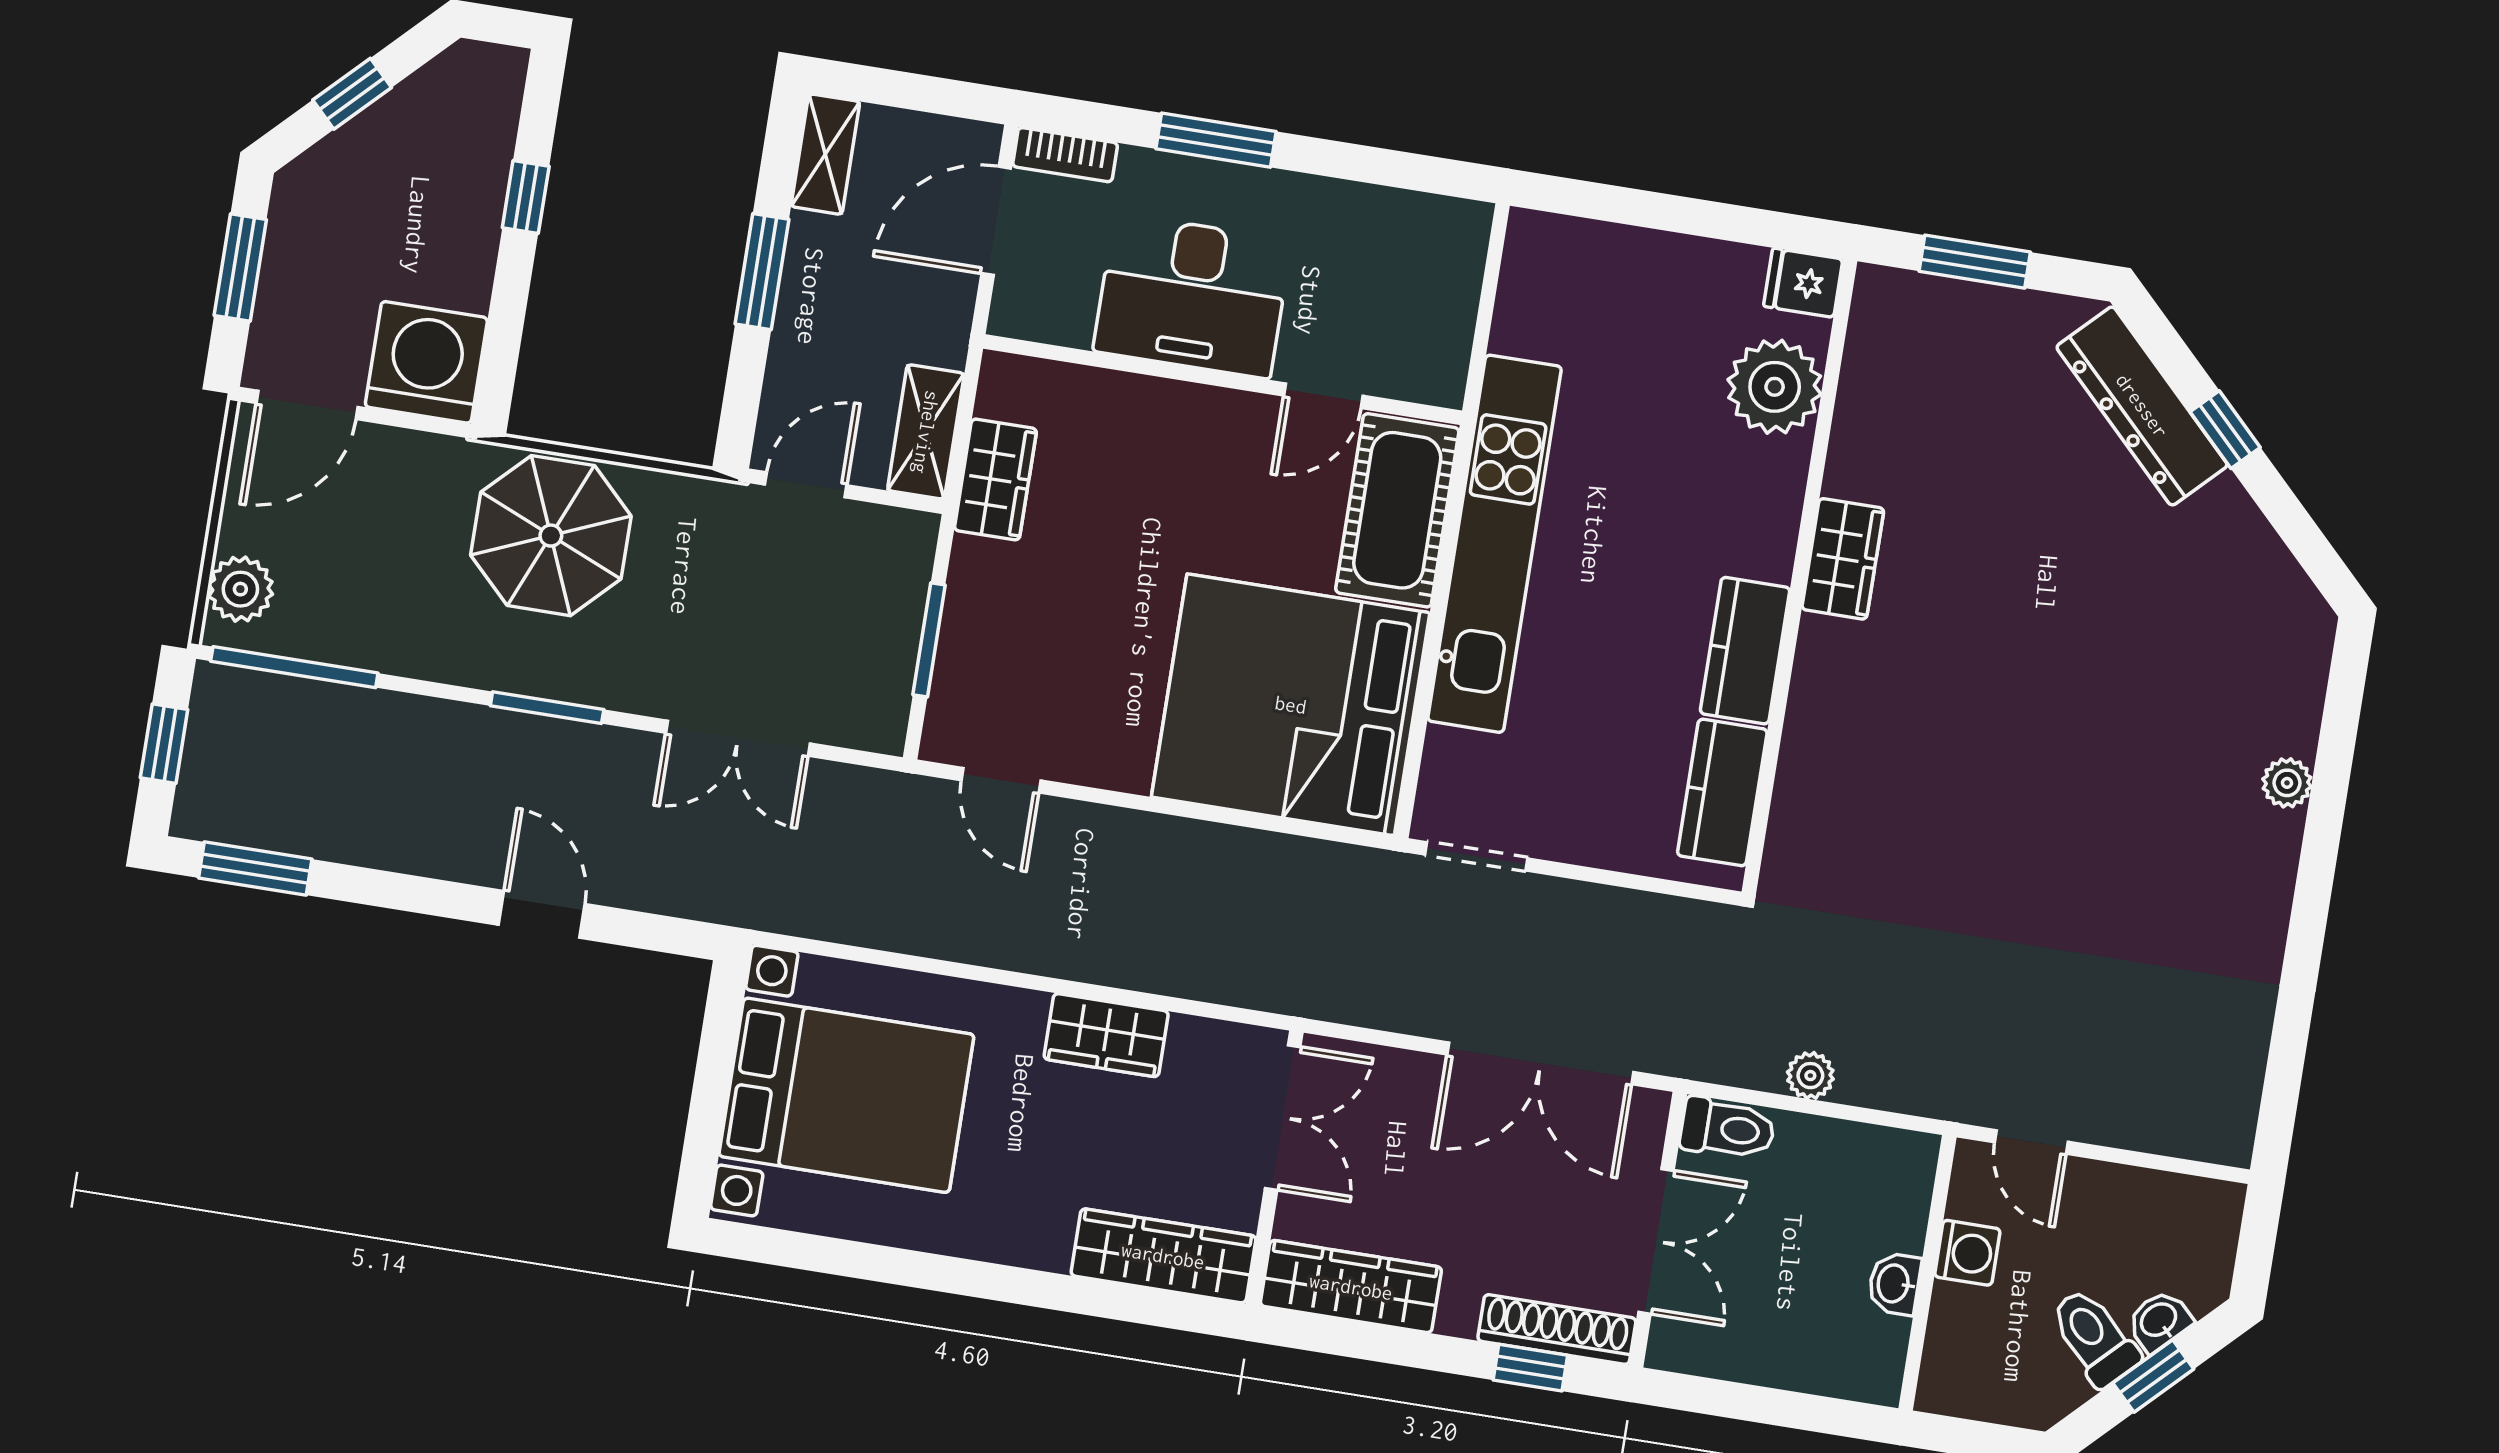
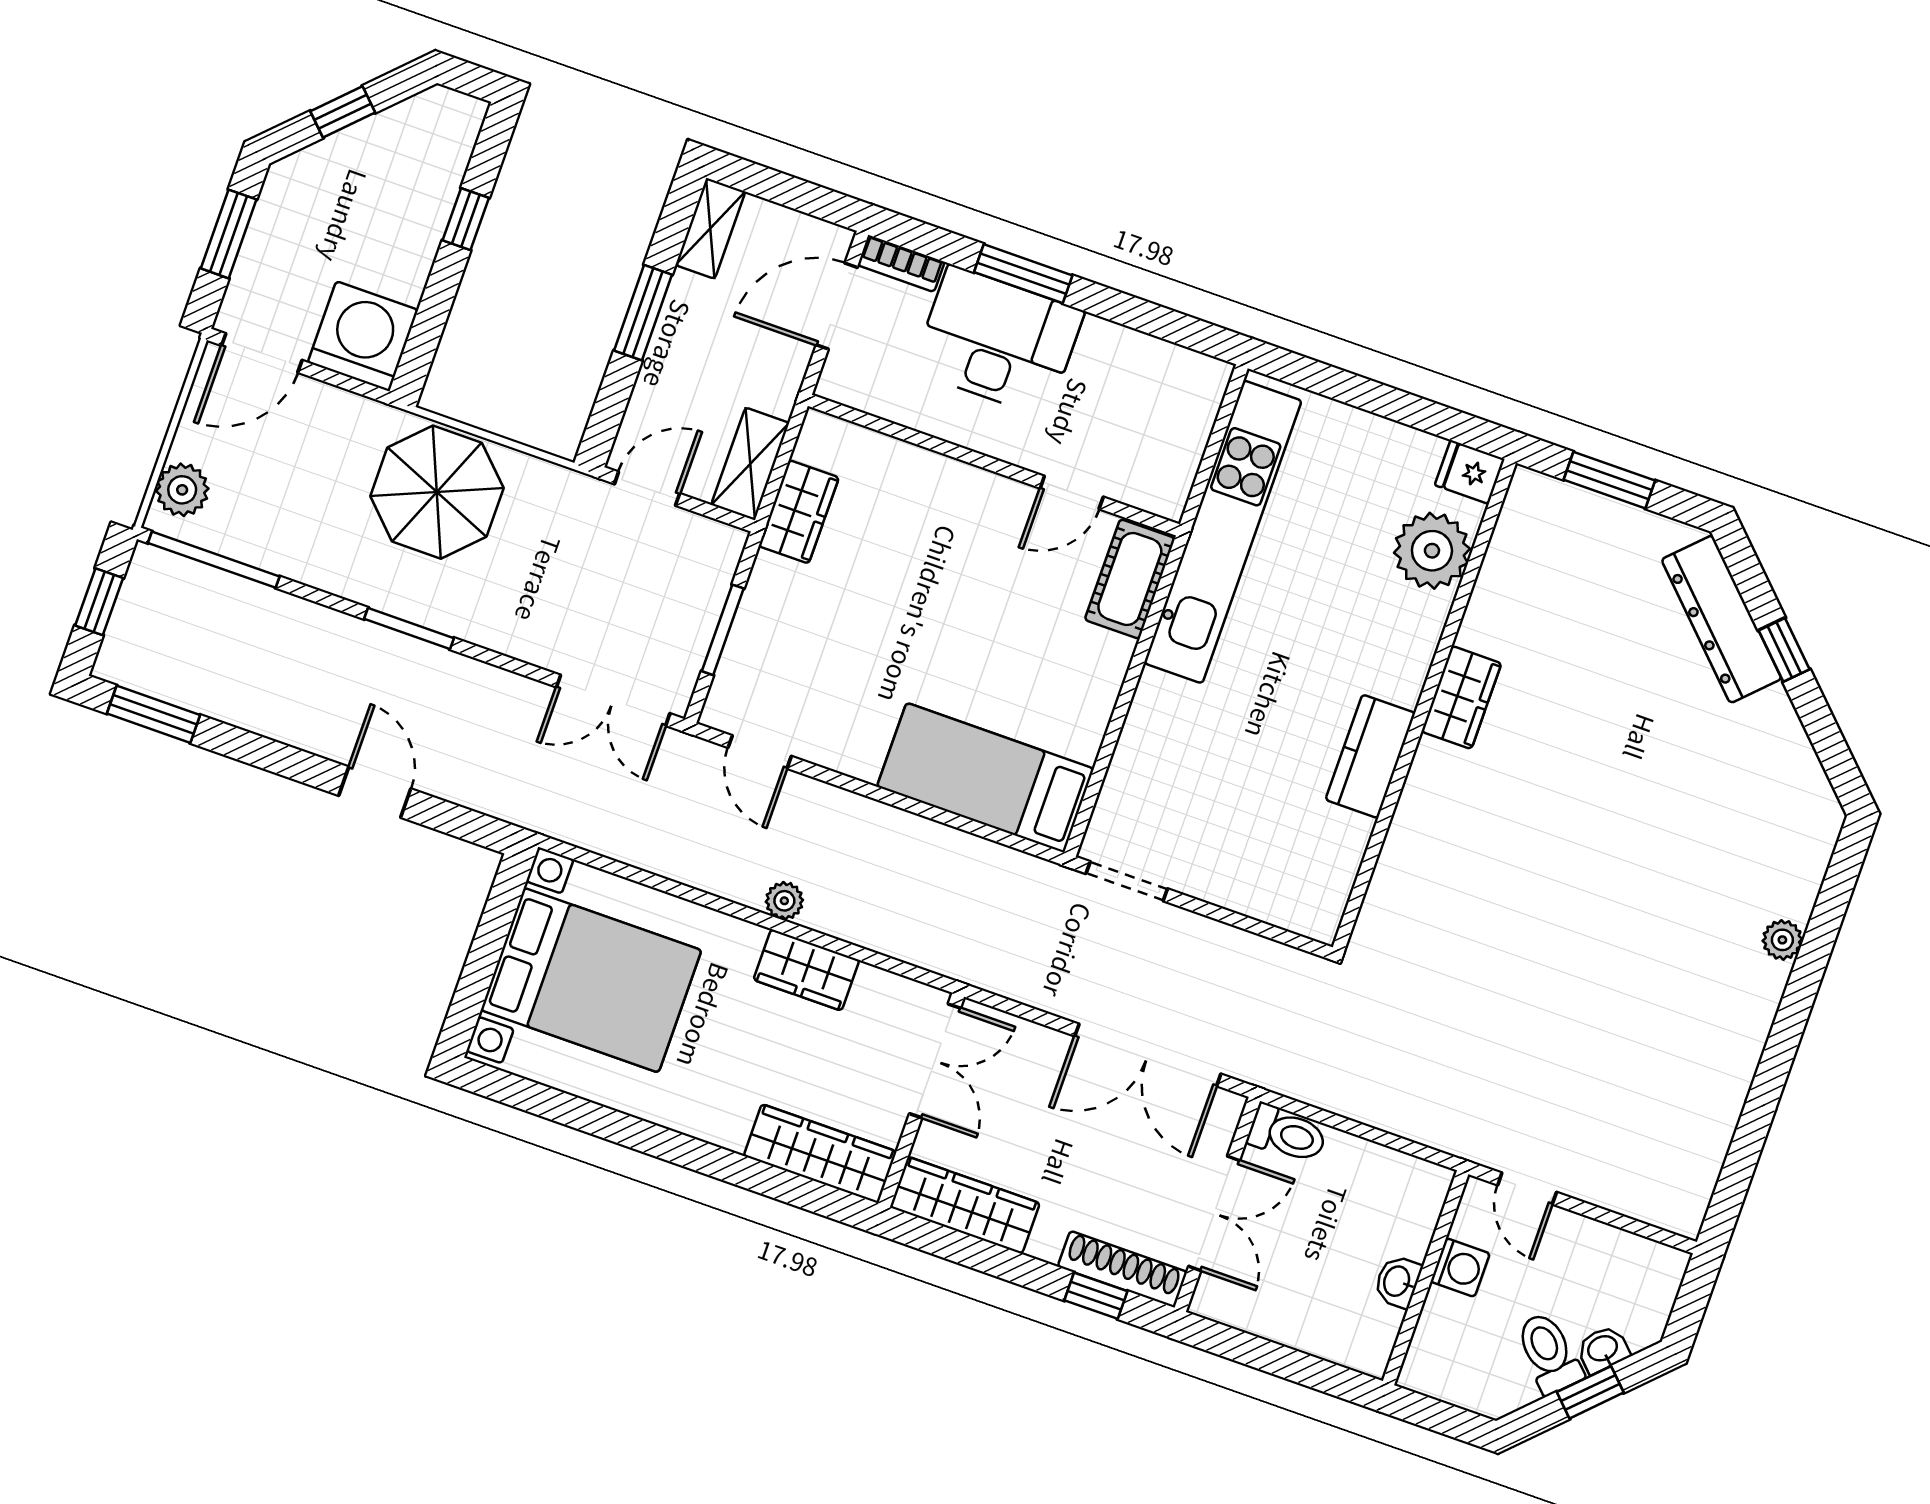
desk: (1192, 296) -> (998, 341), moved, turned 180
cot: (1397, 510) -> (1130, 579), width x0.73, depth x0.75
kitchen unit: (1495, 544) -> (1223, 532), moved
bed: (1291, 705) -> (985, 778), width x0.49
double door: (738, 738) -> (613, 700), moved
kitchen counter: (1722, 792) -> (1332, 866), removed
plant: (1810, 1076) -> (784, 901), moved

